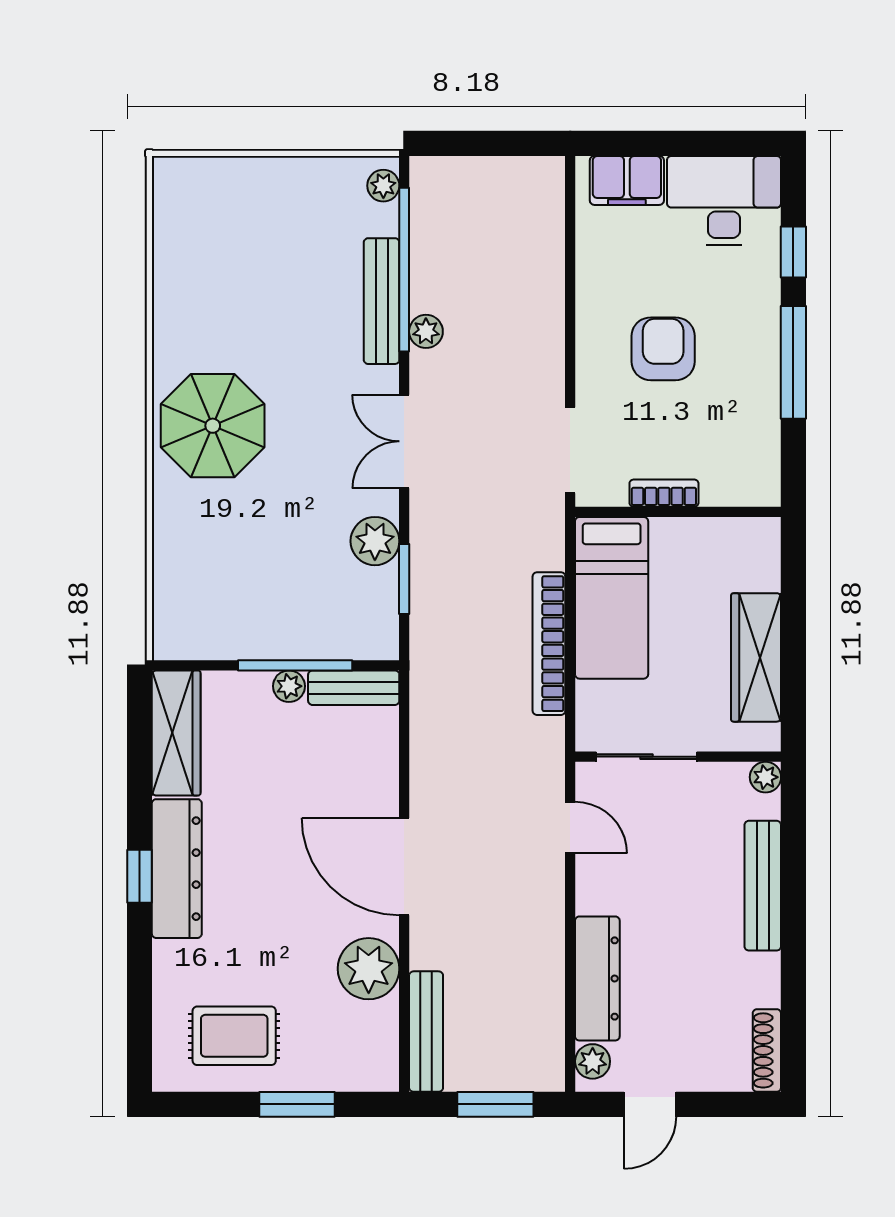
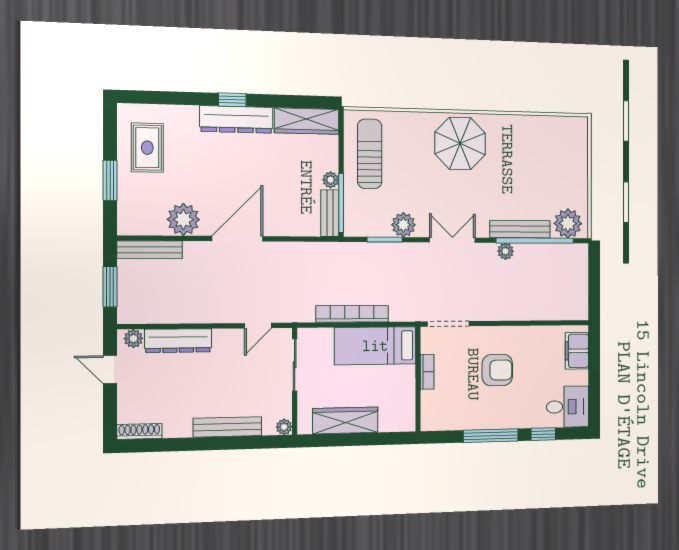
plant: (383, 186) -> (568, 223), width x1.88, depth x1.88
desk: (724, 201) -> (568, 407), width x0.73
sun lounger: (237, 609) -> (370, 154), added
window: (295, 665) -> (341, 203), moved

